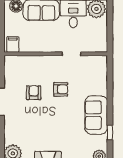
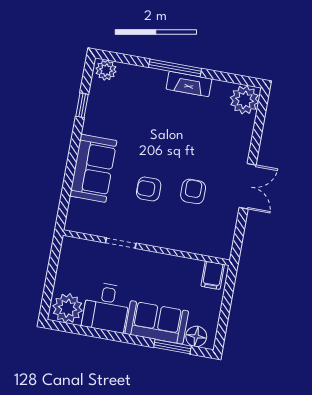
armchair: (34, 93) -> (193, 191), turned 180
sofa: (96, 115) -> (93, 168), moved

